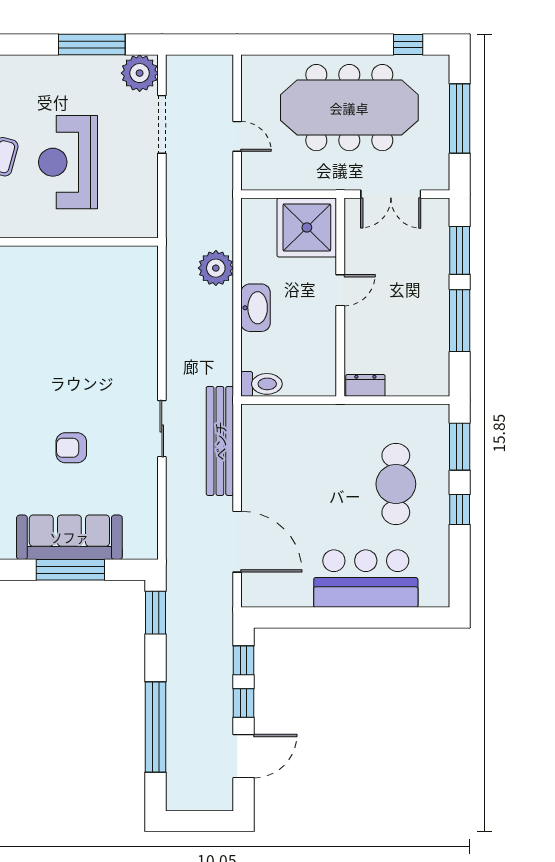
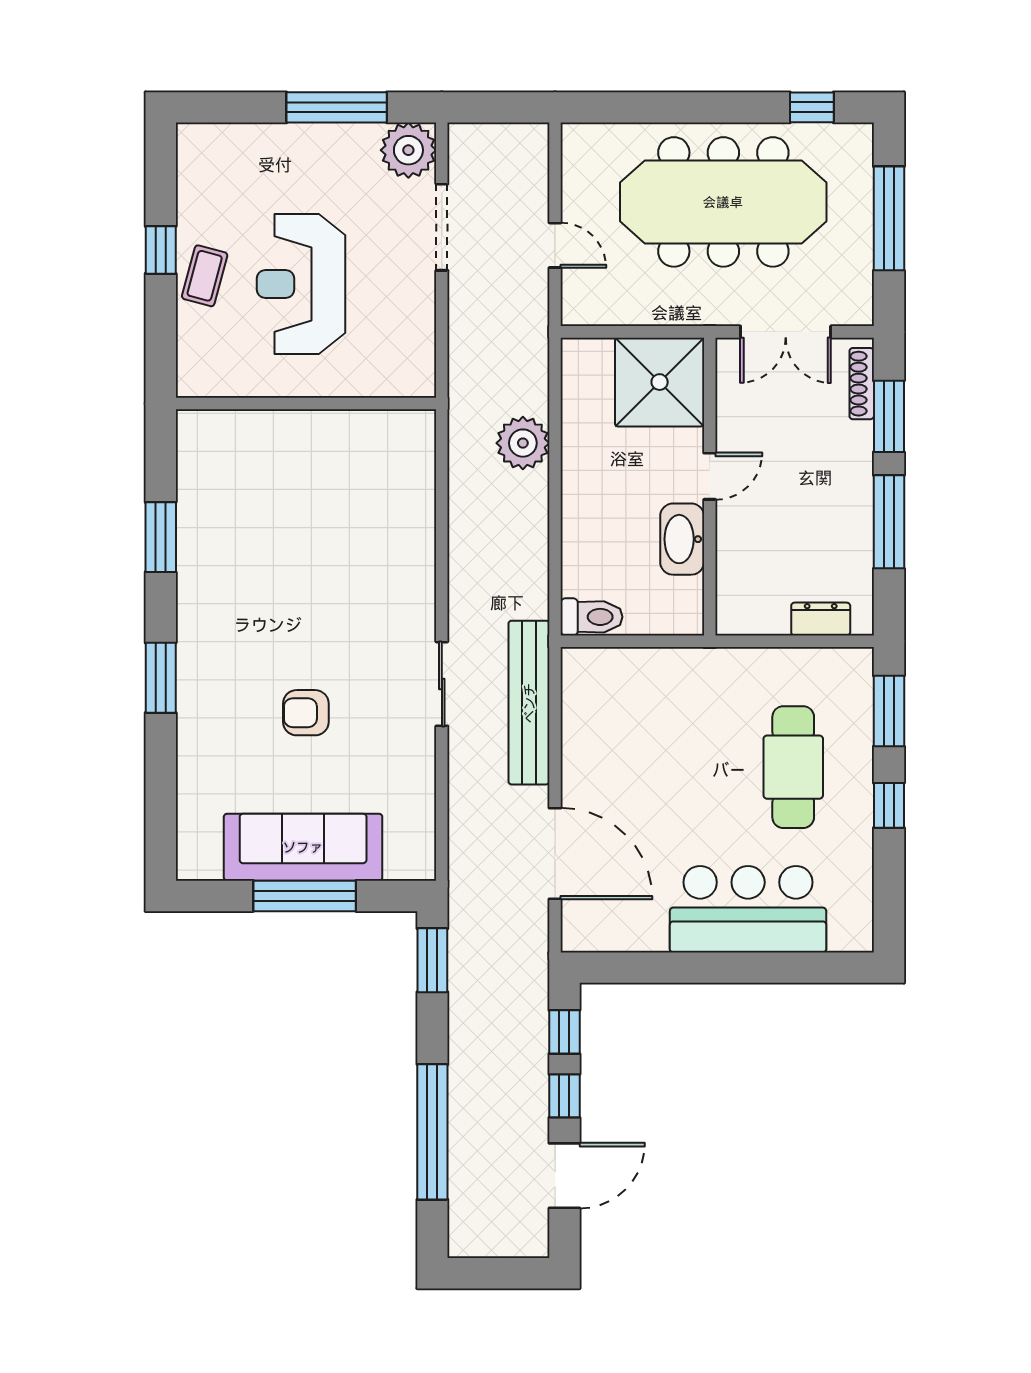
shoe rack: (441, 229) -> (862, 384), added
washbasin: (256, 308) -> (682, 539), moved, turned 180
dresser: (365, 385) -> (821, 619), moved

